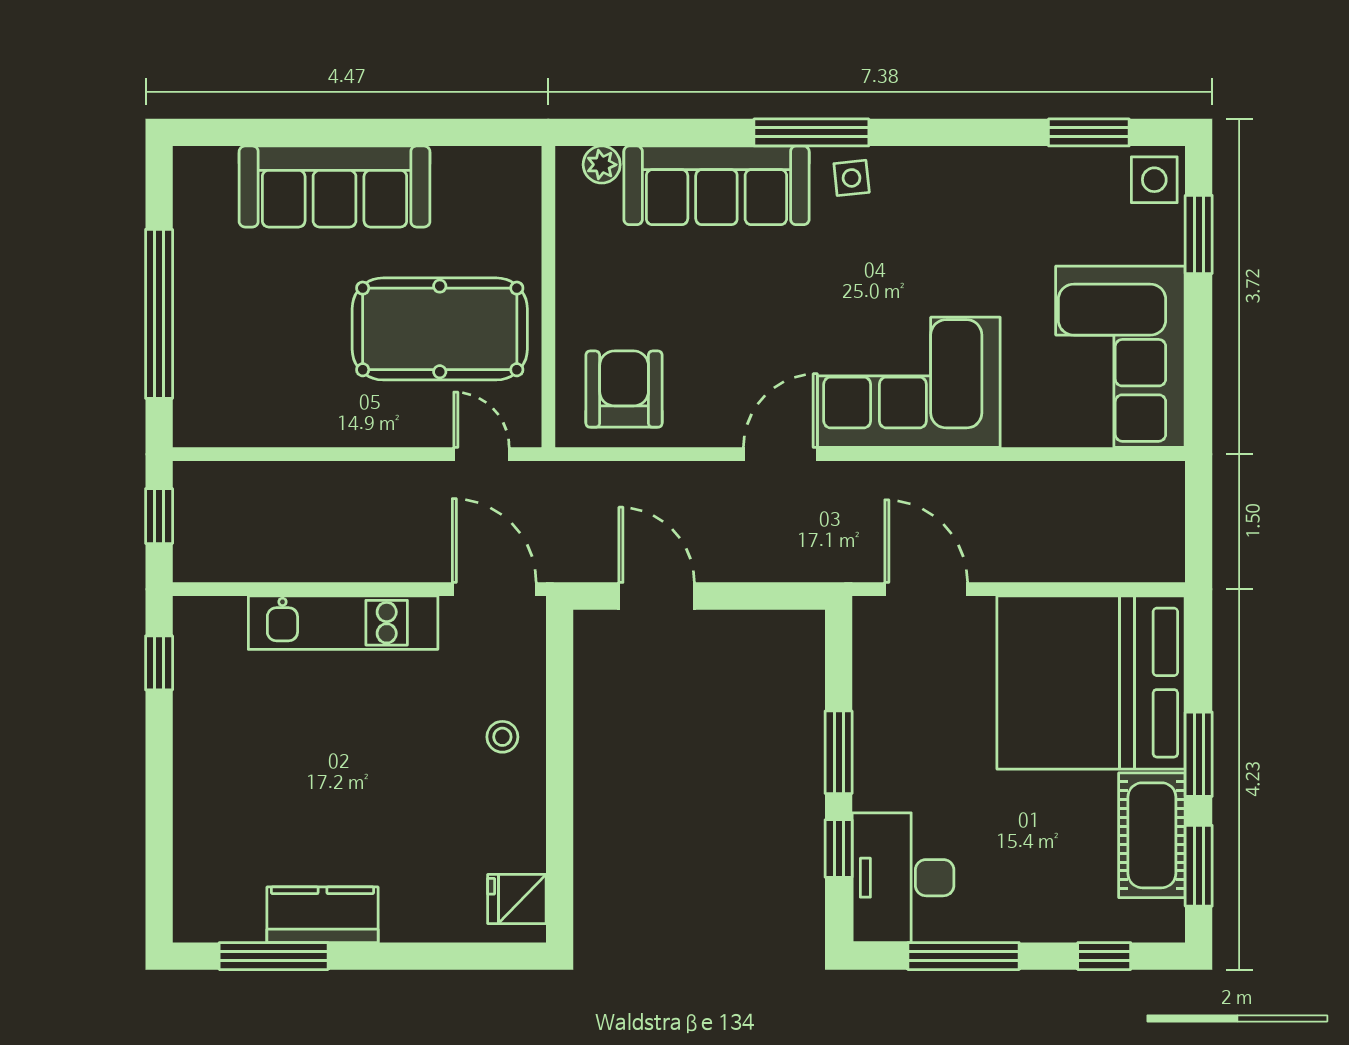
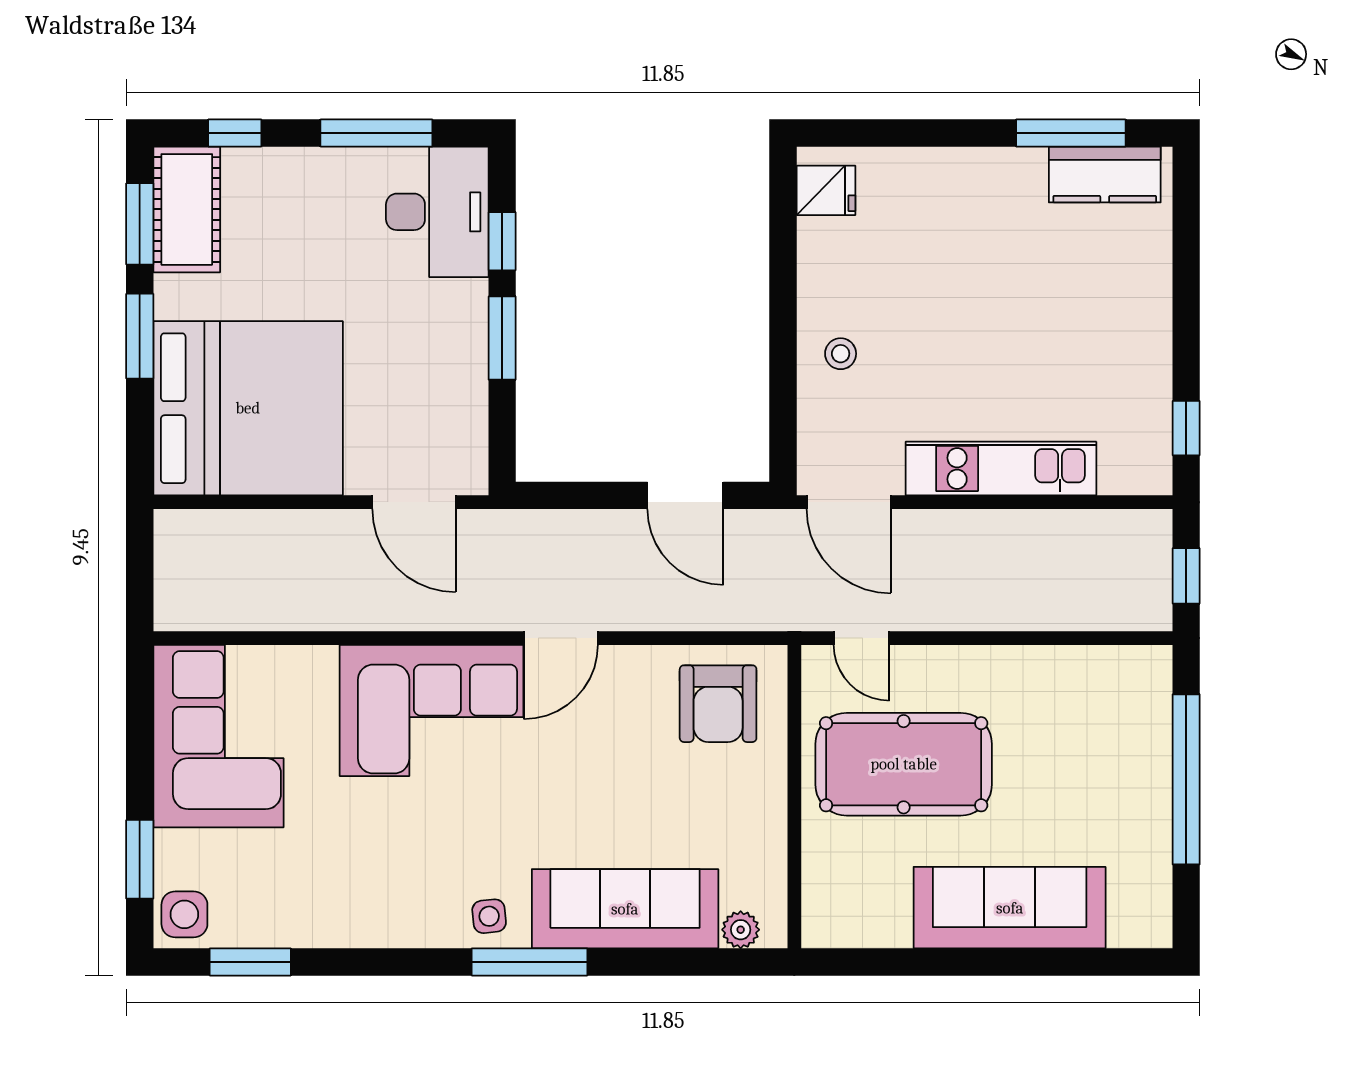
cot: (1152, 835) -> (187, 209), moved
kitchen counter: (322, 915) -> (1105, 175), moved

